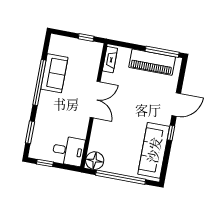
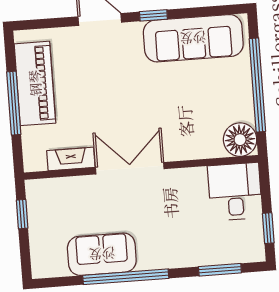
window: (162, 52) -> (14, 103), moved
fireplace: (110, 60) -> (71, 159), moved

